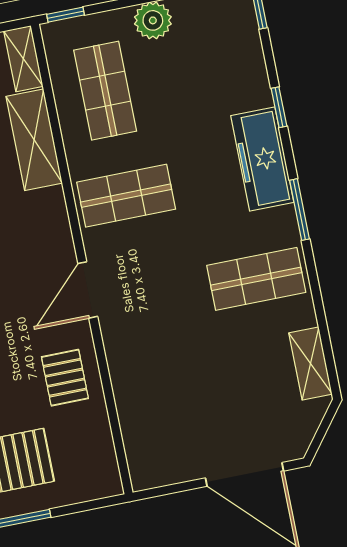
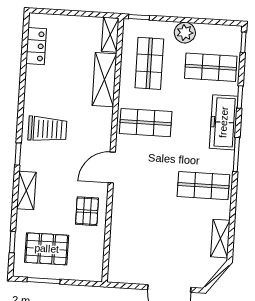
shop shelf: (214, 69) -> (211, 67), added

